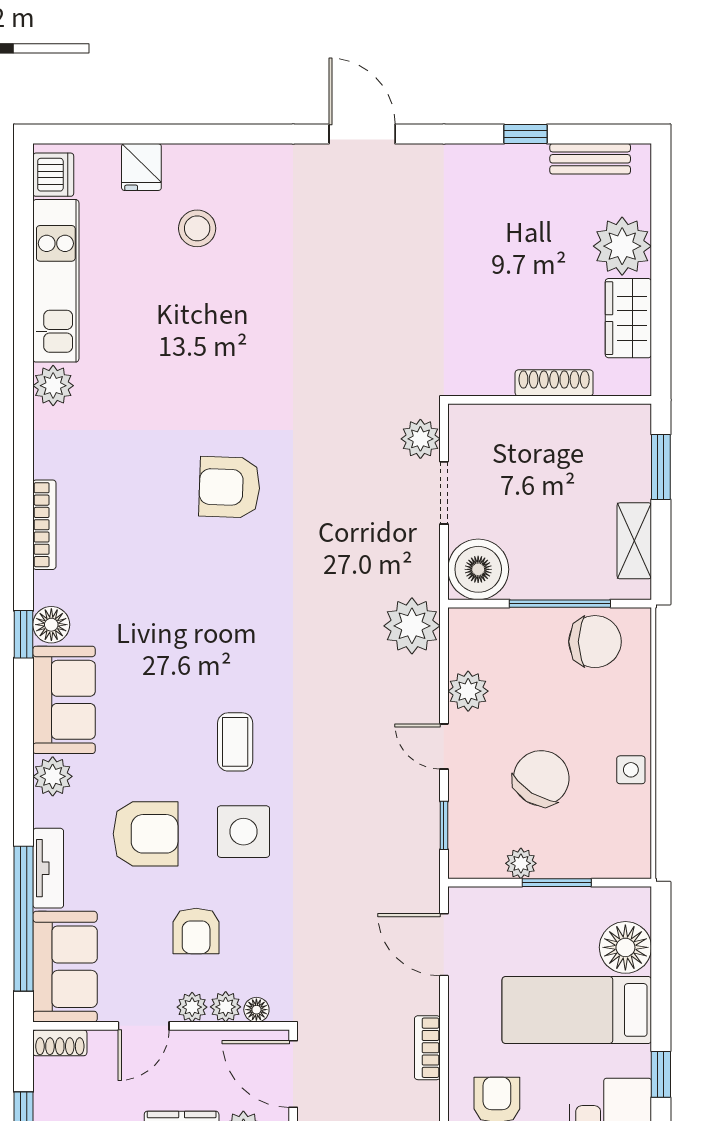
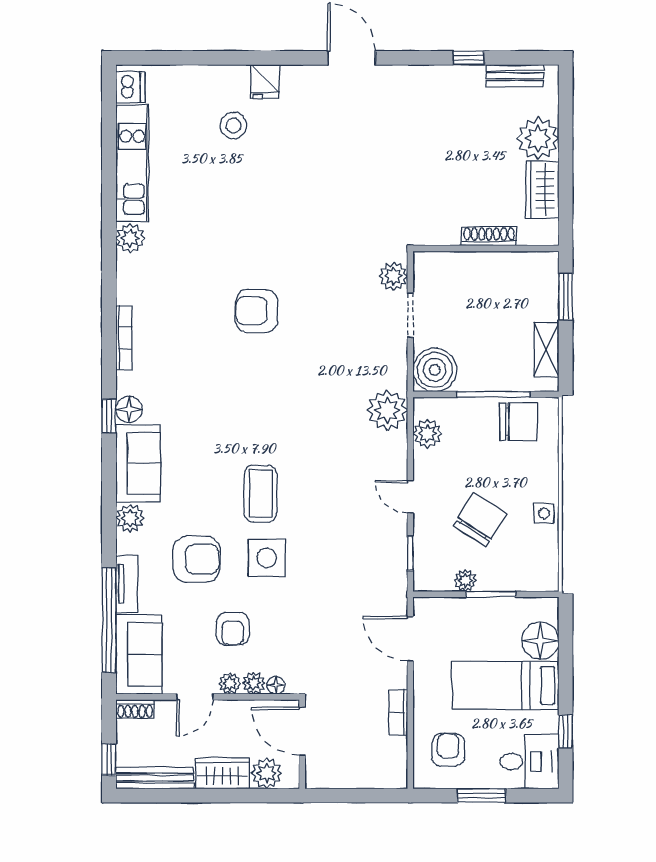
fridge: (141, 167) -> (265, 82), moved
plant: (468, 691) -> (427, 434), moved
coffee table: (235, 742) -> (261, 493), width x1.36, depth x1.30

